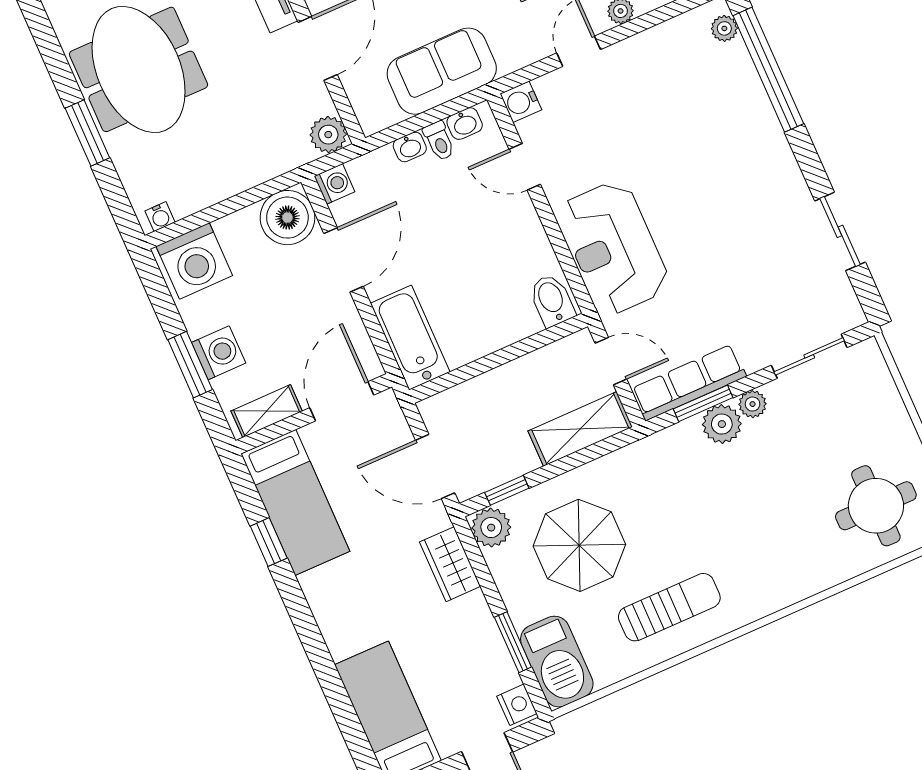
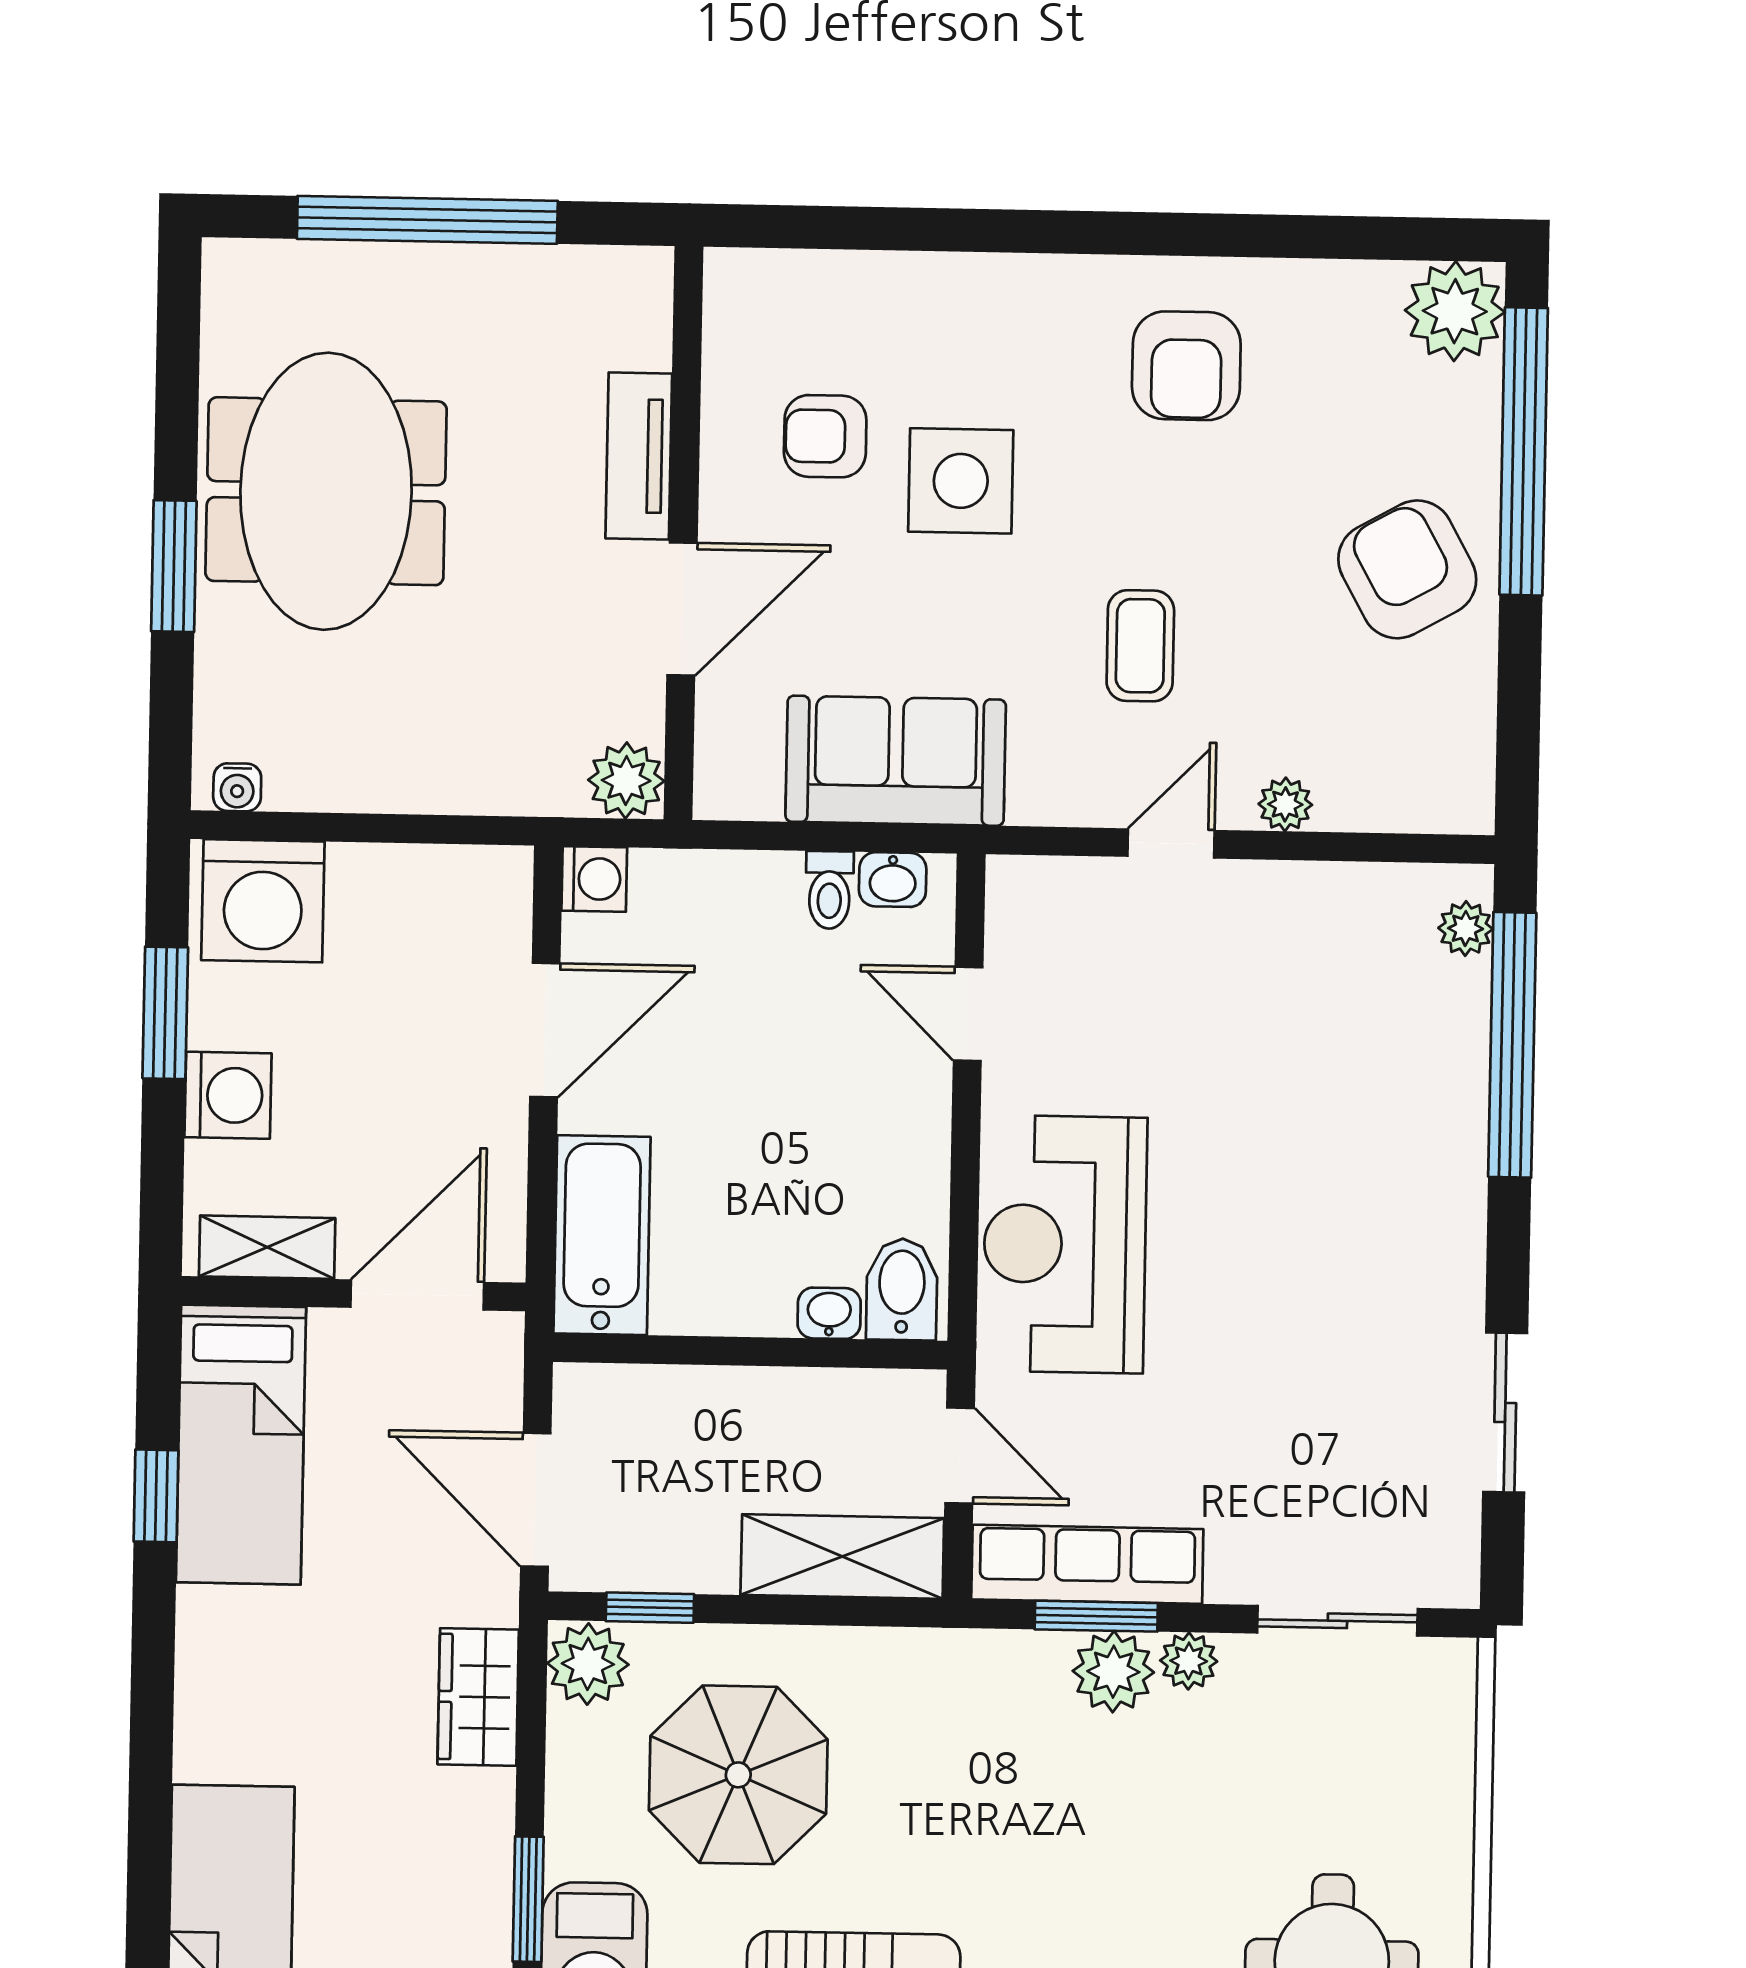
water cooler: (521, 102) -> (1018, 888), removed
washbasin: (410, 147) -> (829, 1313), moved, turned 180
boiler: (287, 218) -> (476, 901), removed
window: (190, 365) -> (165, 1013), moved

